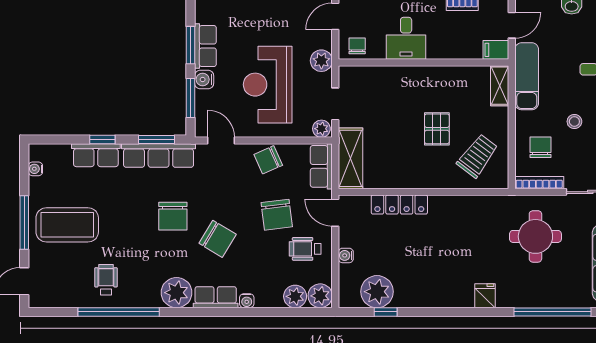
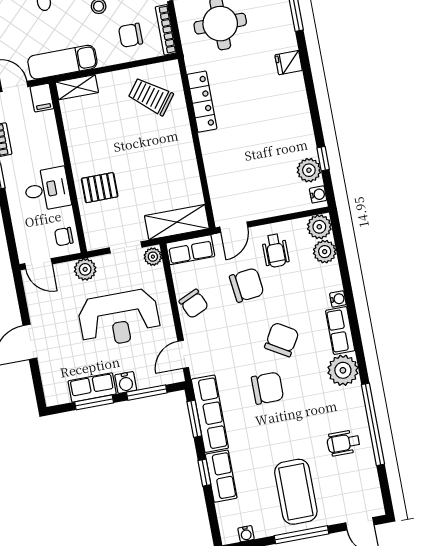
pallet: (437, 129) -> (100, 188), moved
locker: (399, 205) -> (202, 102), moved
water cooler: (346, 255) -> (318, 194), moved, turned -90
plant: (377, 292) -> (309, 170), width x0.73, depth x0.73

